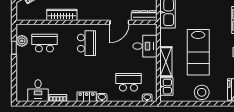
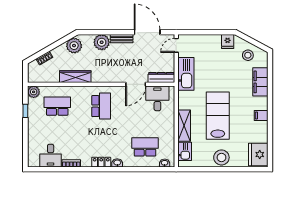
plant: (22, 41) -> (34, 92), moved
desk: (145, 46) -> (157, 98), moved, turned -90
lab bench: (198, 52) -> (218, 116), turned 180

